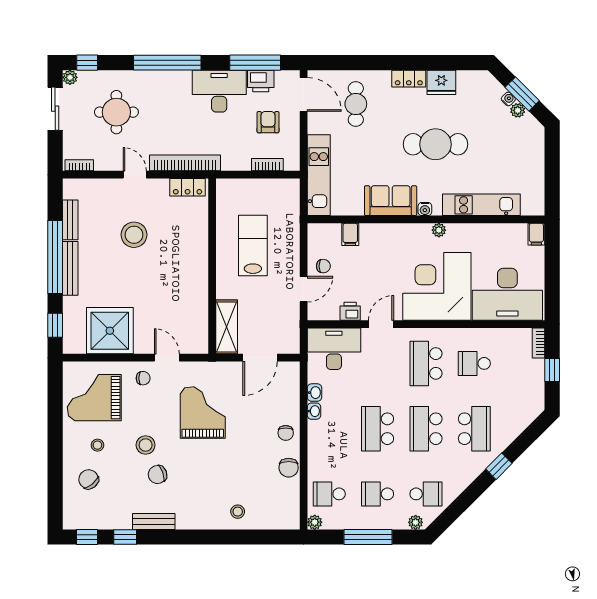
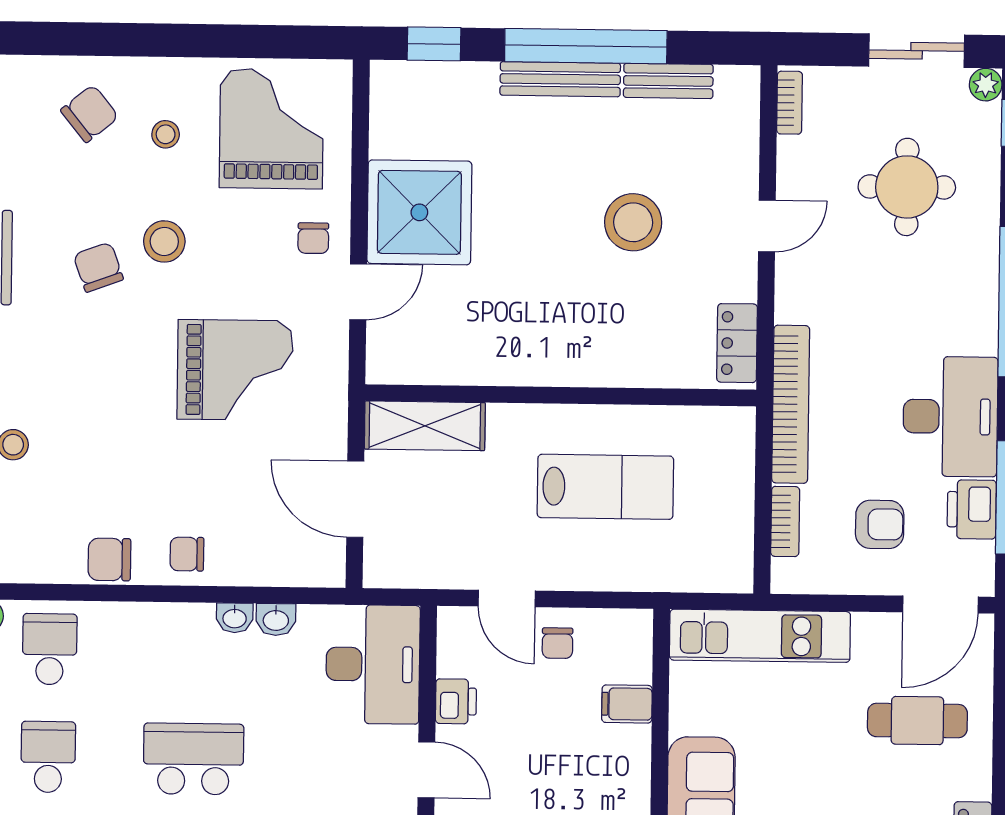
bookcase: (185, 163) -> (791, 404), moved
shower: (110, 331) -> (419, 212), moved

